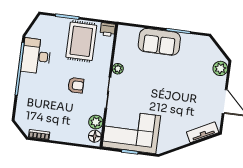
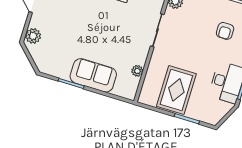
printer: (108, 30) -> (146, 98), removed
plant: (118, 69) -> (137, 71), moved
armchair: (76, 85) -> (225, 31), moved, turned -90

